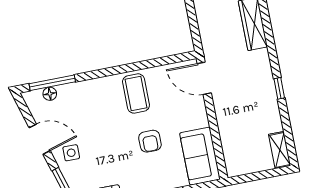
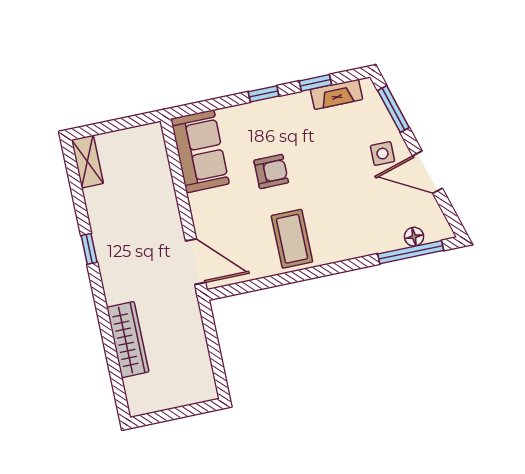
armchair: (150, 141) -> (271, 172), turned 90

